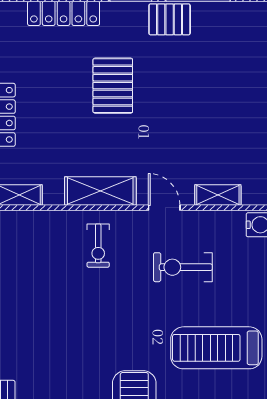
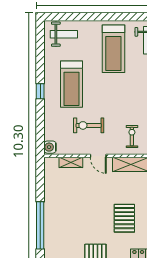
exercise bike: (183, 267) -> (89, 125), turned 180
treadmill: (216, 348) -> (72, 84), turned 90

